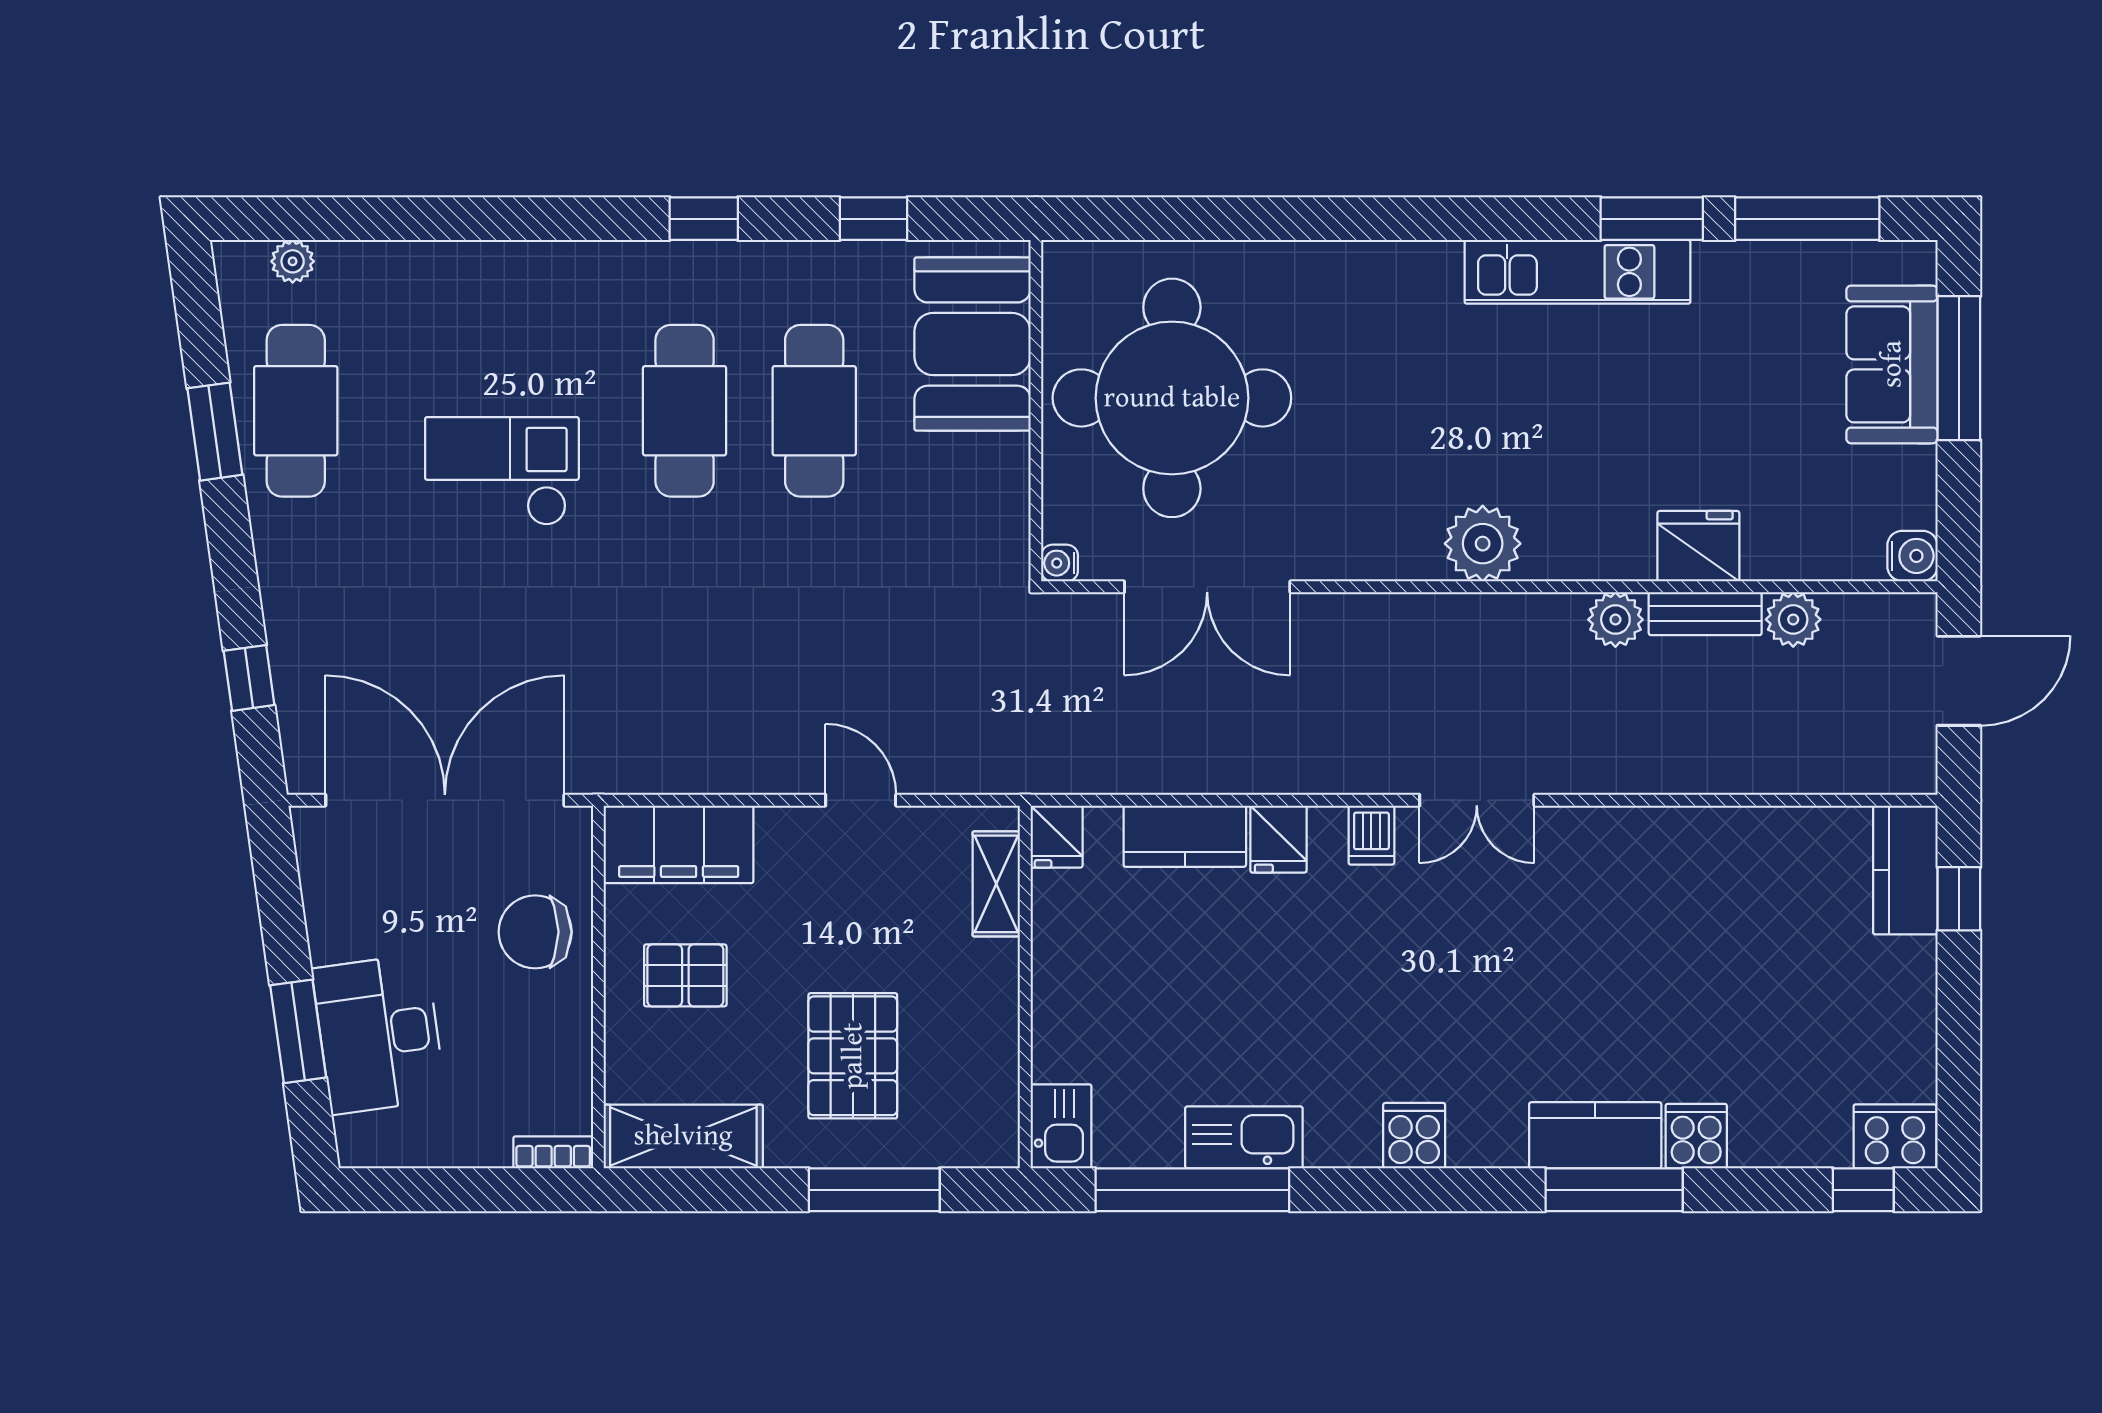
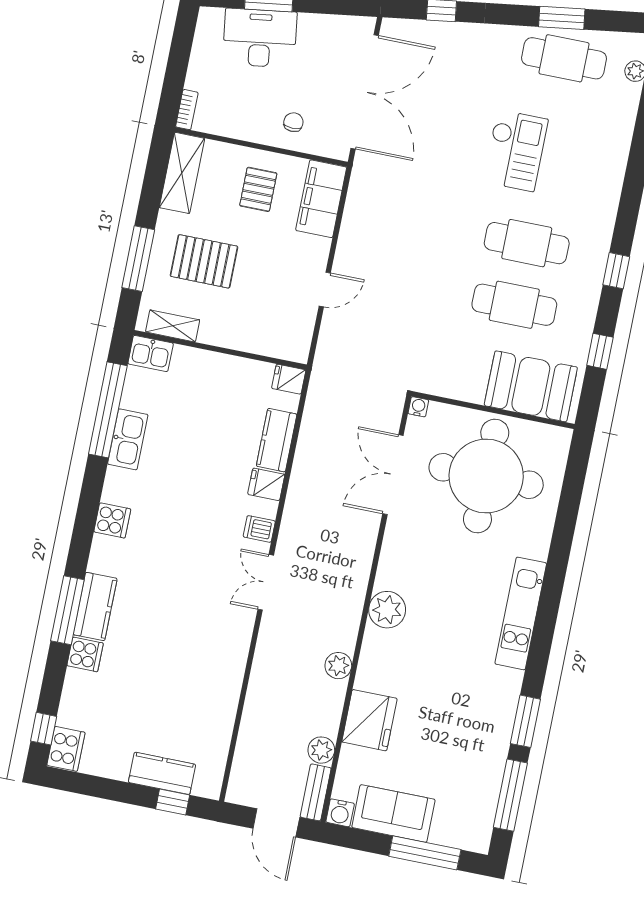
kitchen unit: (1577, 272) -> (521, 613), moved
sofa: (1892, 364) -> (393, 813), moved
fridge: (1698, 546) -> (369, 720), width x1.36, depth x1.34
bench: (1705, 614) -> (316, 792), moved
kitchen counter: (1905, 870) -> (162, 773), moved
shelving: (996, 884) -> (173, 326), moved
chair: (535, 932) -> (293, 122), width x0.54, depth x0.54

